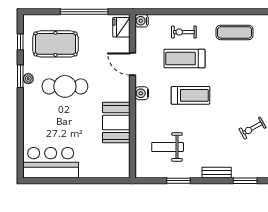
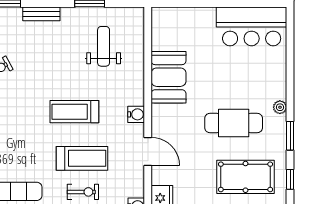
plant: (28, 79) -> (280, 107), moved
weight bench: (168, 147) -> (104, 46), turned -90

